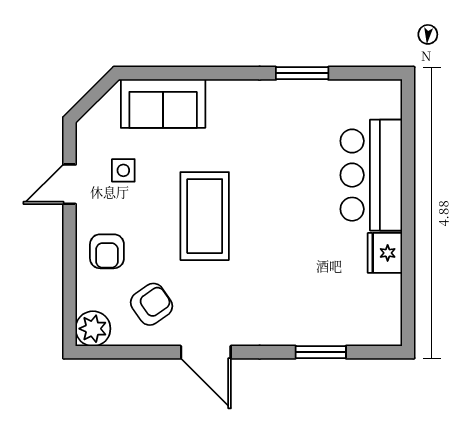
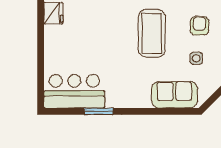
bar counter: (371, 175) -> (74, 91), moved, turned -90
armchair: (107, 251) -> (199, 26), moved

